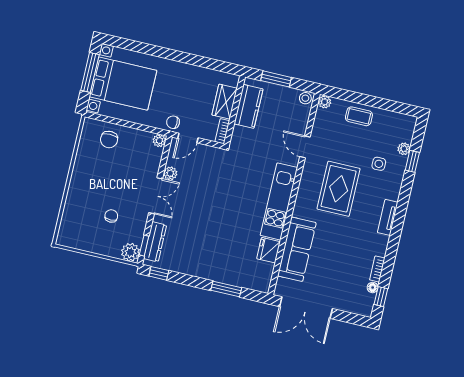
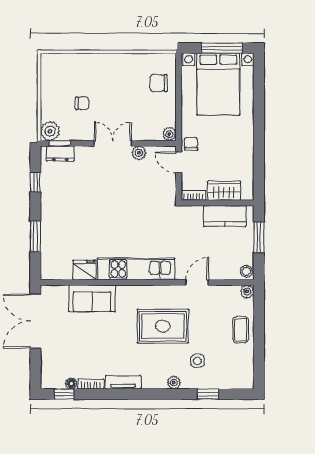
plant: (404, 149) -> (174, 383), moved
double door: (156, 196) -> (113, 143), swing flipped
tv unit: (388, 217) -> (123, 382), moved
dresser: (155, 242) -> (60, 154), width x0.70
sofa: (297, 249) -> (92, 298), width x0.73
window: (159, 273) -> (35, 182), moved

